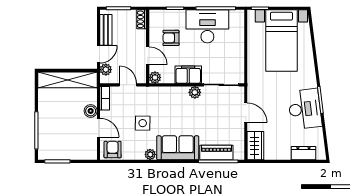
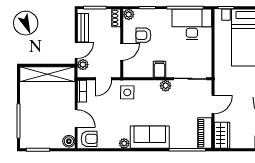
desk: (207, 26) -> (192, 24), moved
door: (148, 56) -> (122, 52), hinge flipped
filing cabinet: (188, 75) -> (159, 69), width x0.50
plant: (155, 77) -> (129, 14), moved
door: (128, 85) -> (103, 79), swing flipped
boiler: (91, 111) -> (69, 141), moved
door: (246, 113) -> (213, 105), hinge flipped
side table: (143, 123) -> (127, 92), moved
armchair: (113, 150) -> (89, 139), turned 90
piano: (216, 153) -> (205, 133), moved, turned -90

